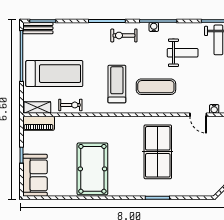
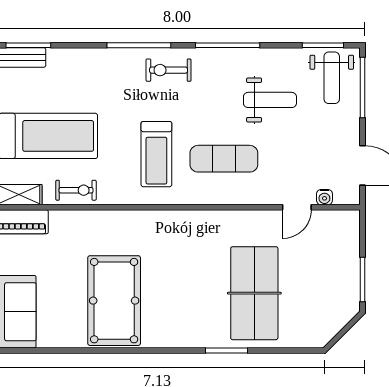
water cooler: (154, 27) -> (220, 55), removed
treadmill: (117, 84) -> (156, 154), turned 180
door: (198, 115) -> (297, 207), hinge flipped
table tennis table: (158, 152) -> (254, 293), moved

